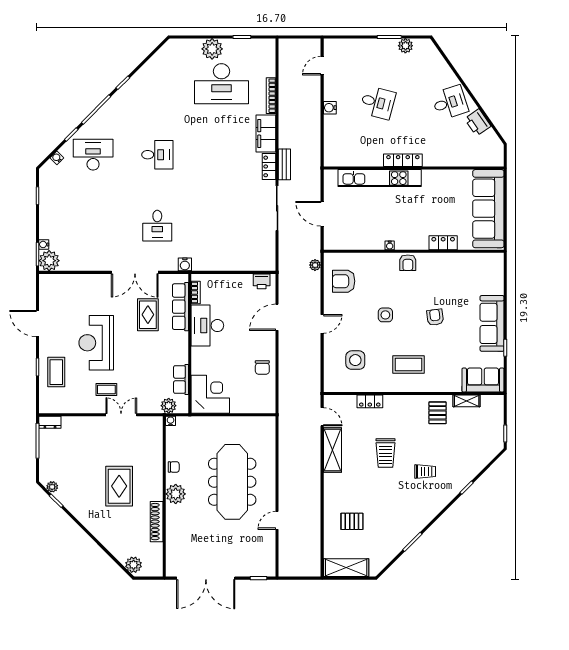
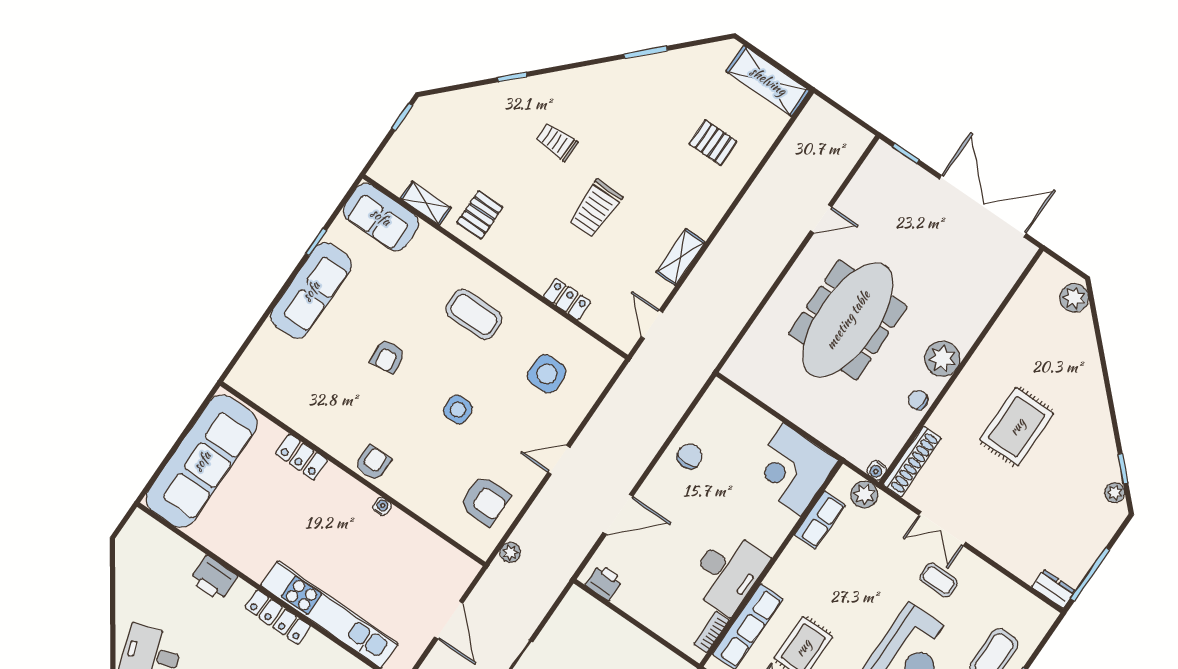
printer: (478, 122) -> (213, 578), moved, turned 125
shelving: (333, 450) -> (681, 257), width x0.67, depth x0.75
trolley: (386, 453) -> (596, 208), turned 180
shoe rack: (157, 522) -> (912, 462), moved

